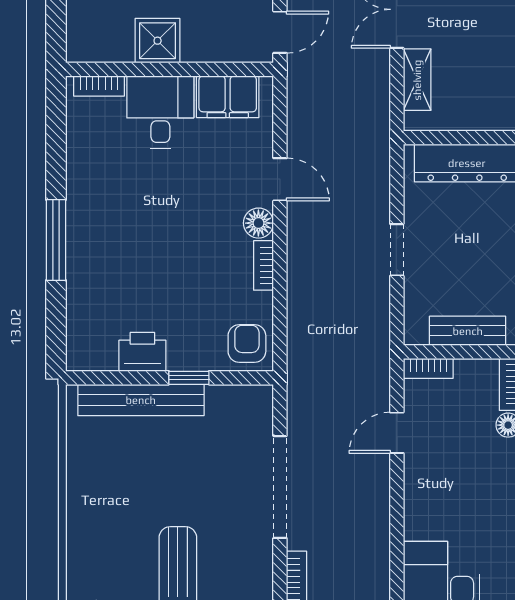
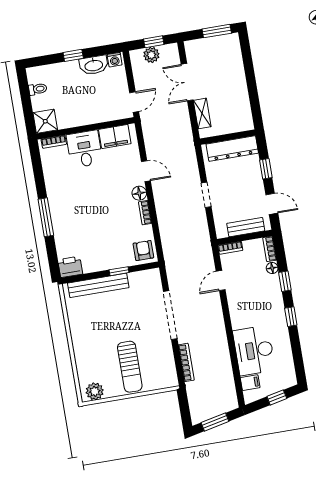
shower: (158, 41) -> (45, 121), moved
printer: (142, 352) -> (70, 267), moved

